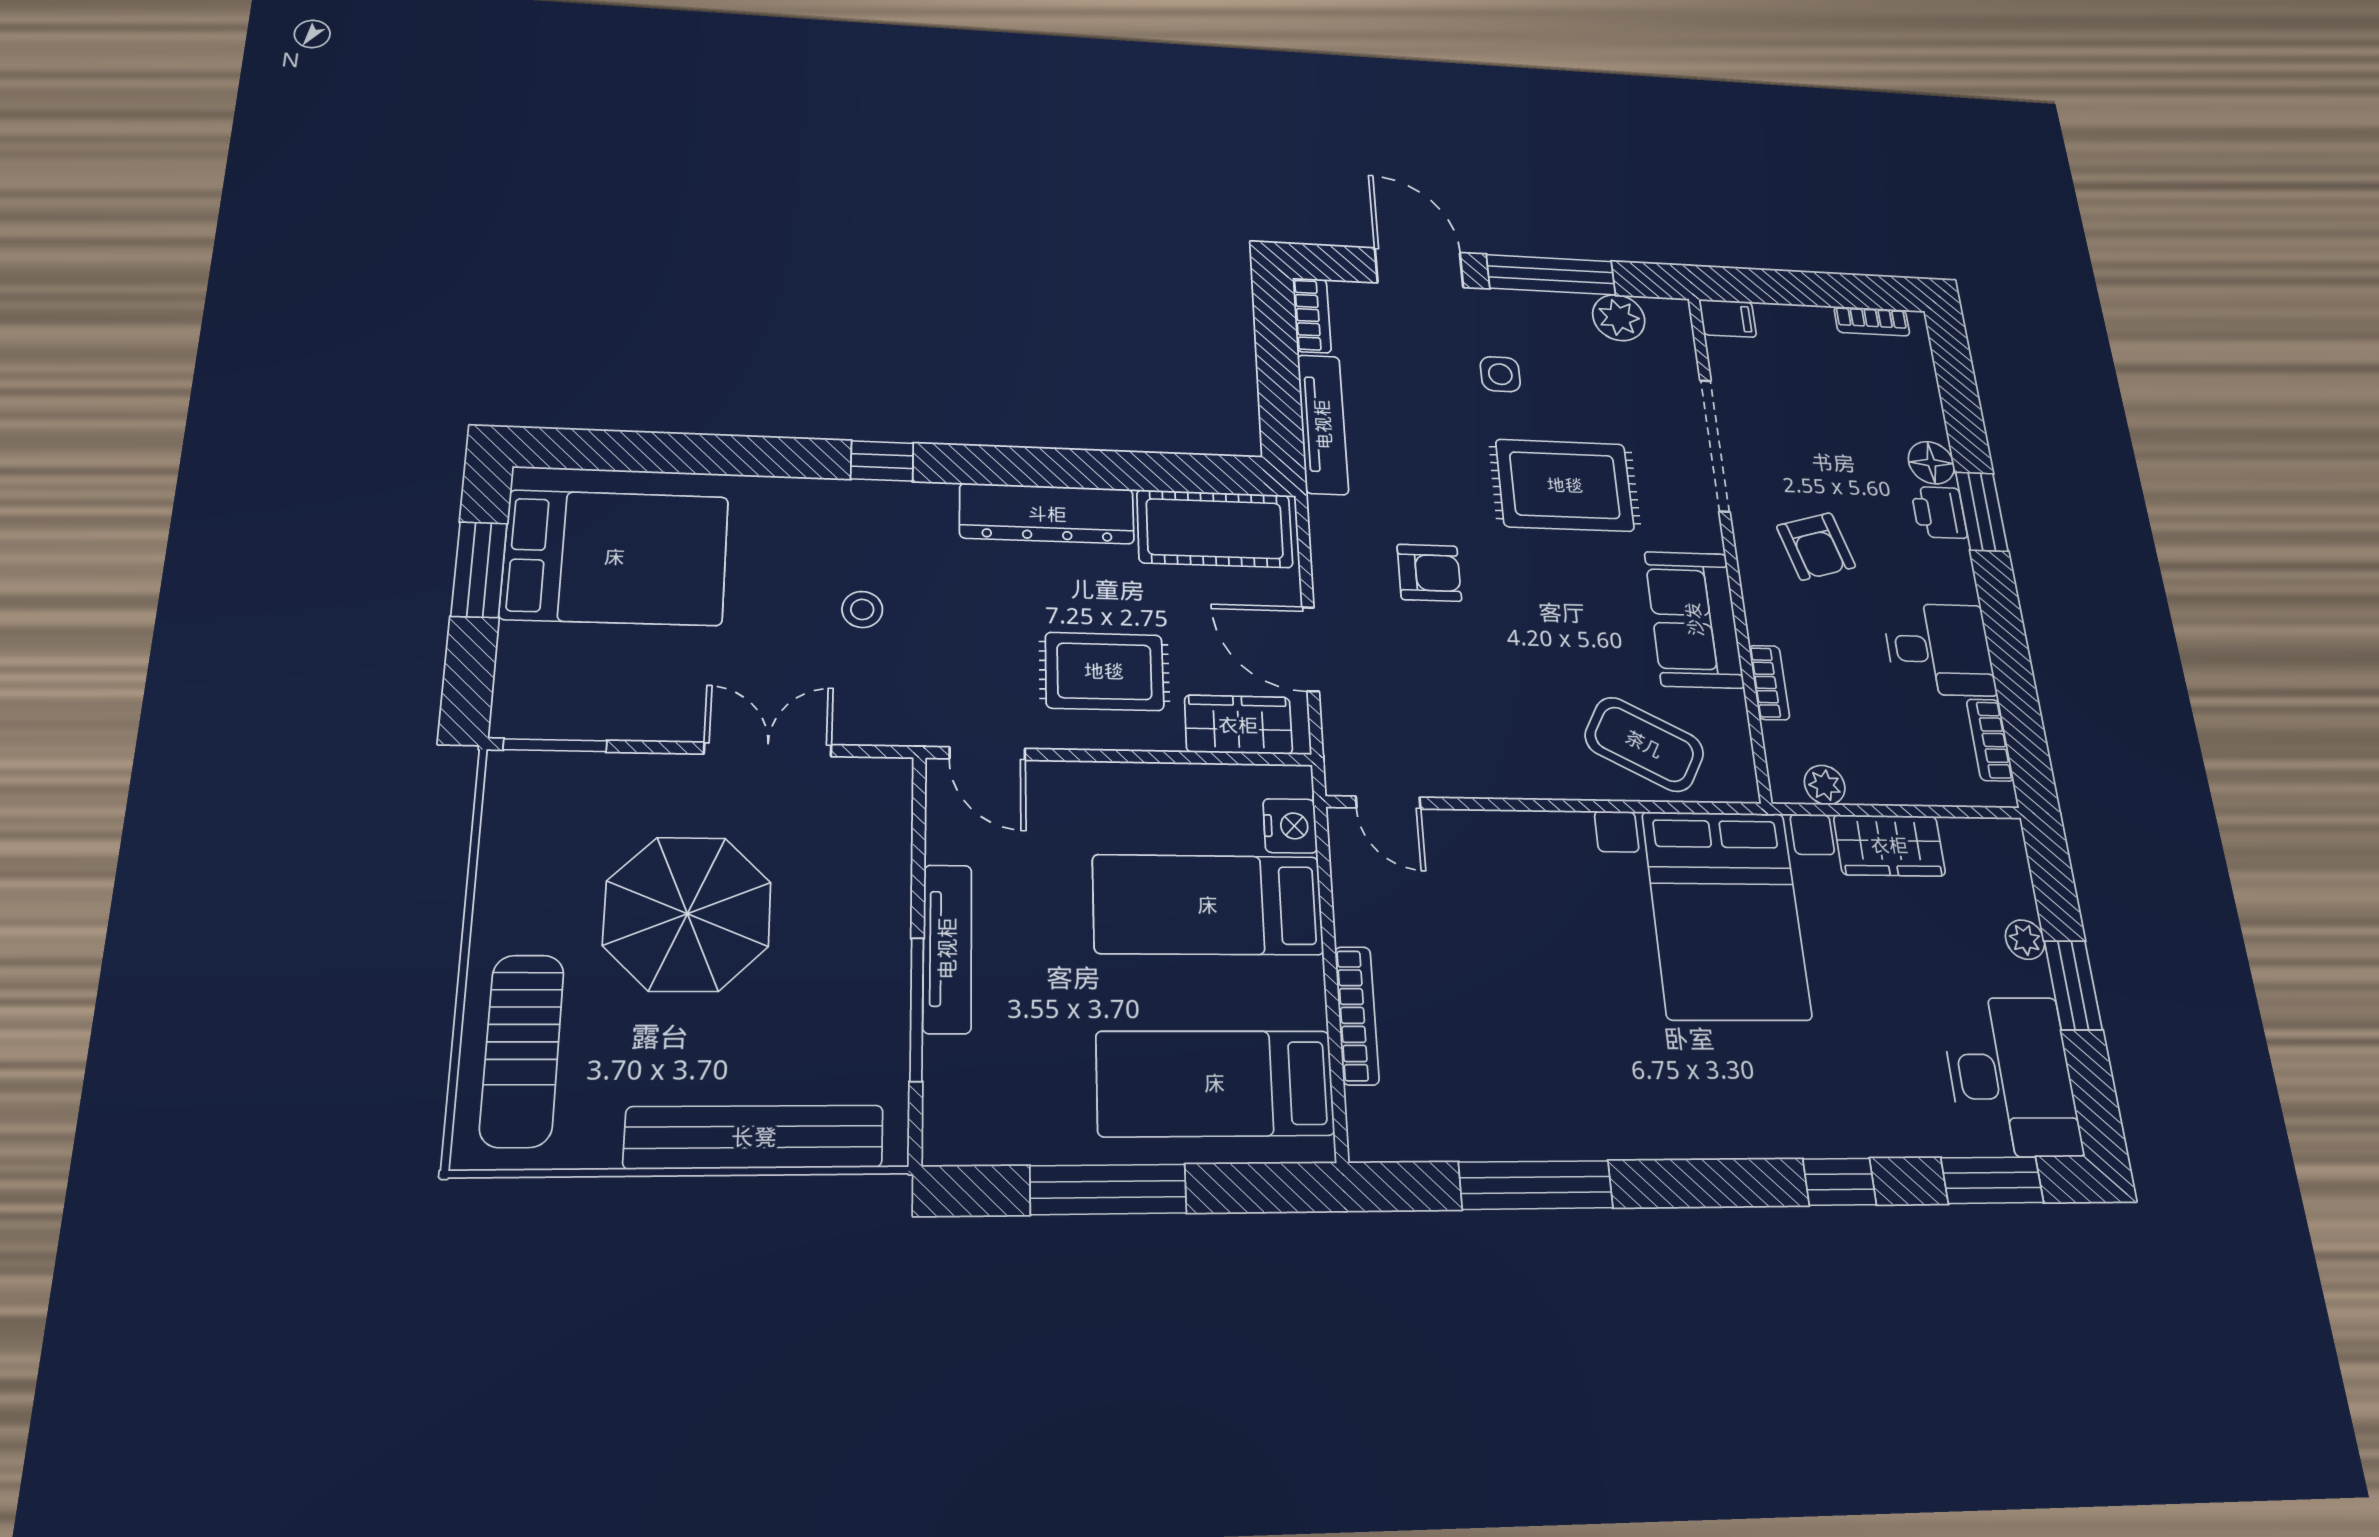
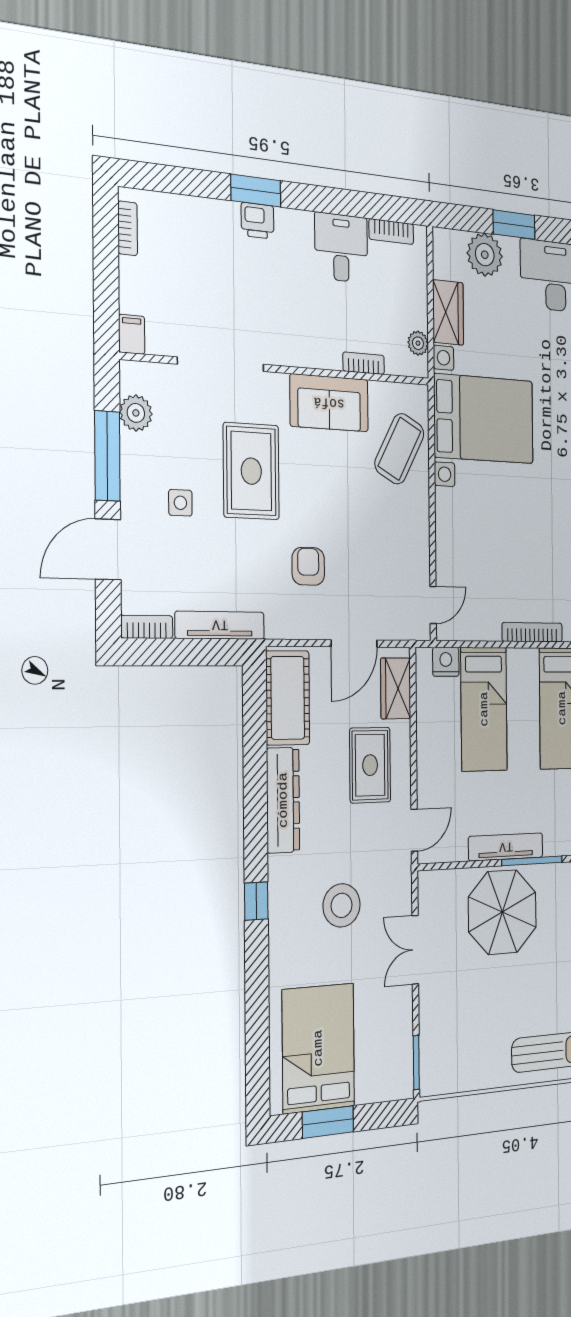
floor lamp: (1931, 463) -> (225, 216), removed
armchair: (1816, 546) -> (282, 312), removed
stool: (862, 609) -> (342, 905), width x1.89, depth x1.89
parasol: (687, 914) -> (502, 912), moved
plant: (2025, 940) -> (485, 255), width x1.87, depth x1.87

